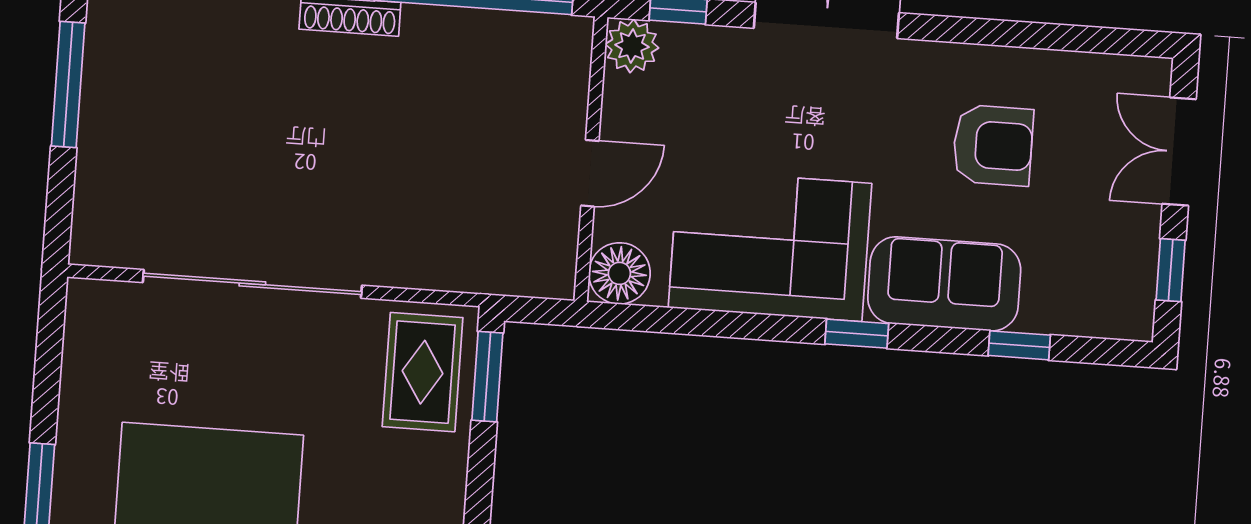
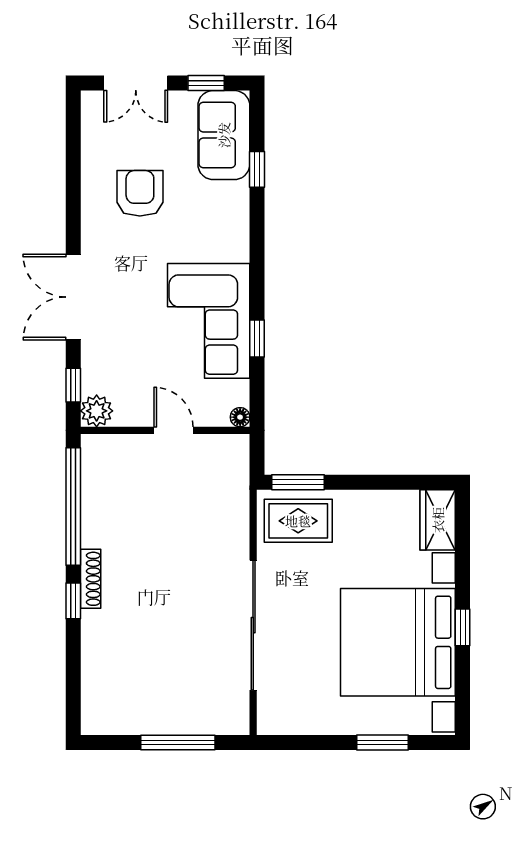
window: (68, 85) -> (178, 742), moved
floor lamp: (619, 273) -> (240, 417), width x0.53, depth x0.53
sofa: (944, 284) -> (224, 135), moved
window: (857, 334) -> (257, 338), moved

